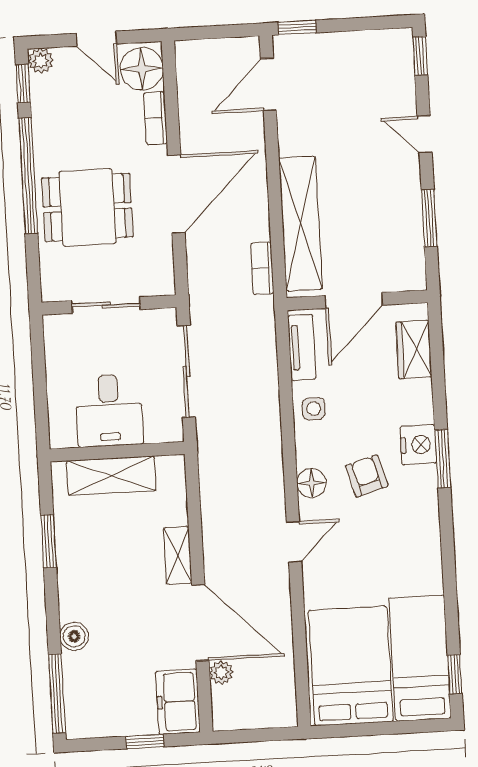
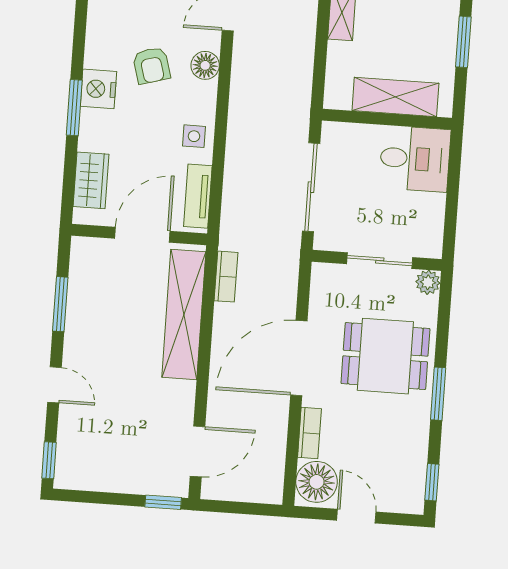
plant: (41, 61) -> (428, 282), moved
window: (28, 176) -> (438, 394), width x0.47
desk: (109, 411) -> (415, 159), moved, turned 90
window: (443, 459) -> (74, 108), moved

